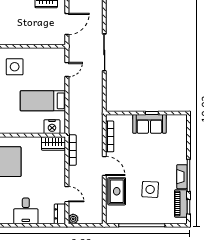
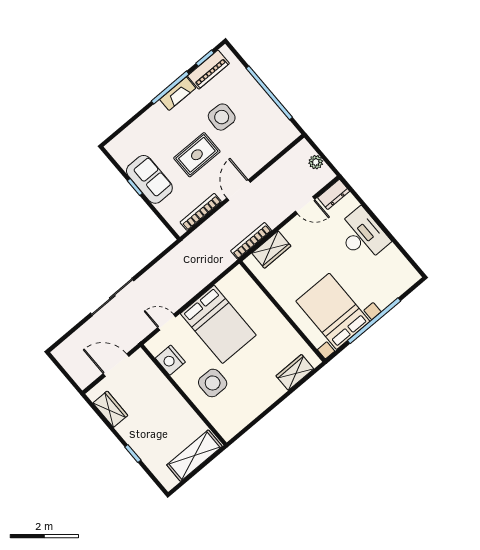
bed: (43, 101) -> (218, 324), width x1.50
nightstand: (52, 127) -> (170, 360), moved, turned 180
wardrobe: (54, 143) -> (271, 250), moved, turned 90
rug: (117, 191) -> (197, 155), moved
door: (67, 194) -> (305, 205), swing flipped
desk: (26, 211) -> (362, 235), width x1.37
plant: (73, 219) -> (316, 162), moved

